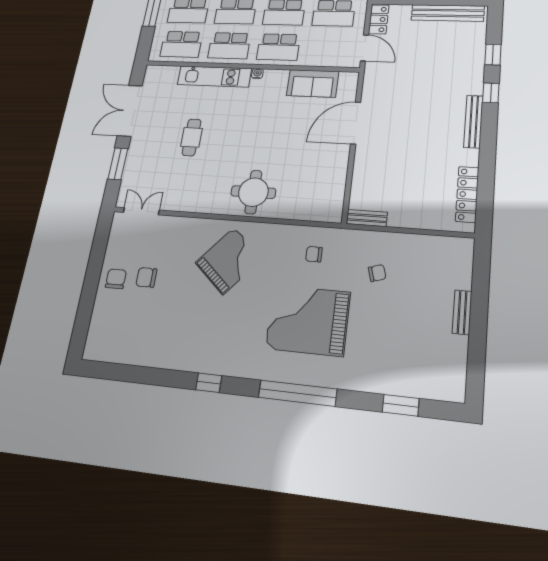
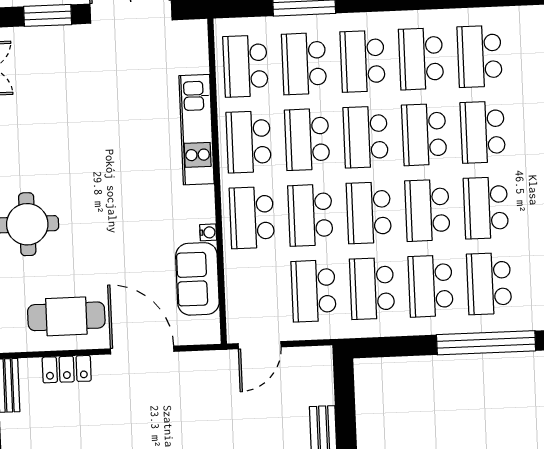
locker: (379, 19) -> (67, 369), moved
water cooler: (257, 74) -> (208, 232), moved
cafe table: (192, 137) -> (66, 316), moved, width x1.37, depth x1.35

